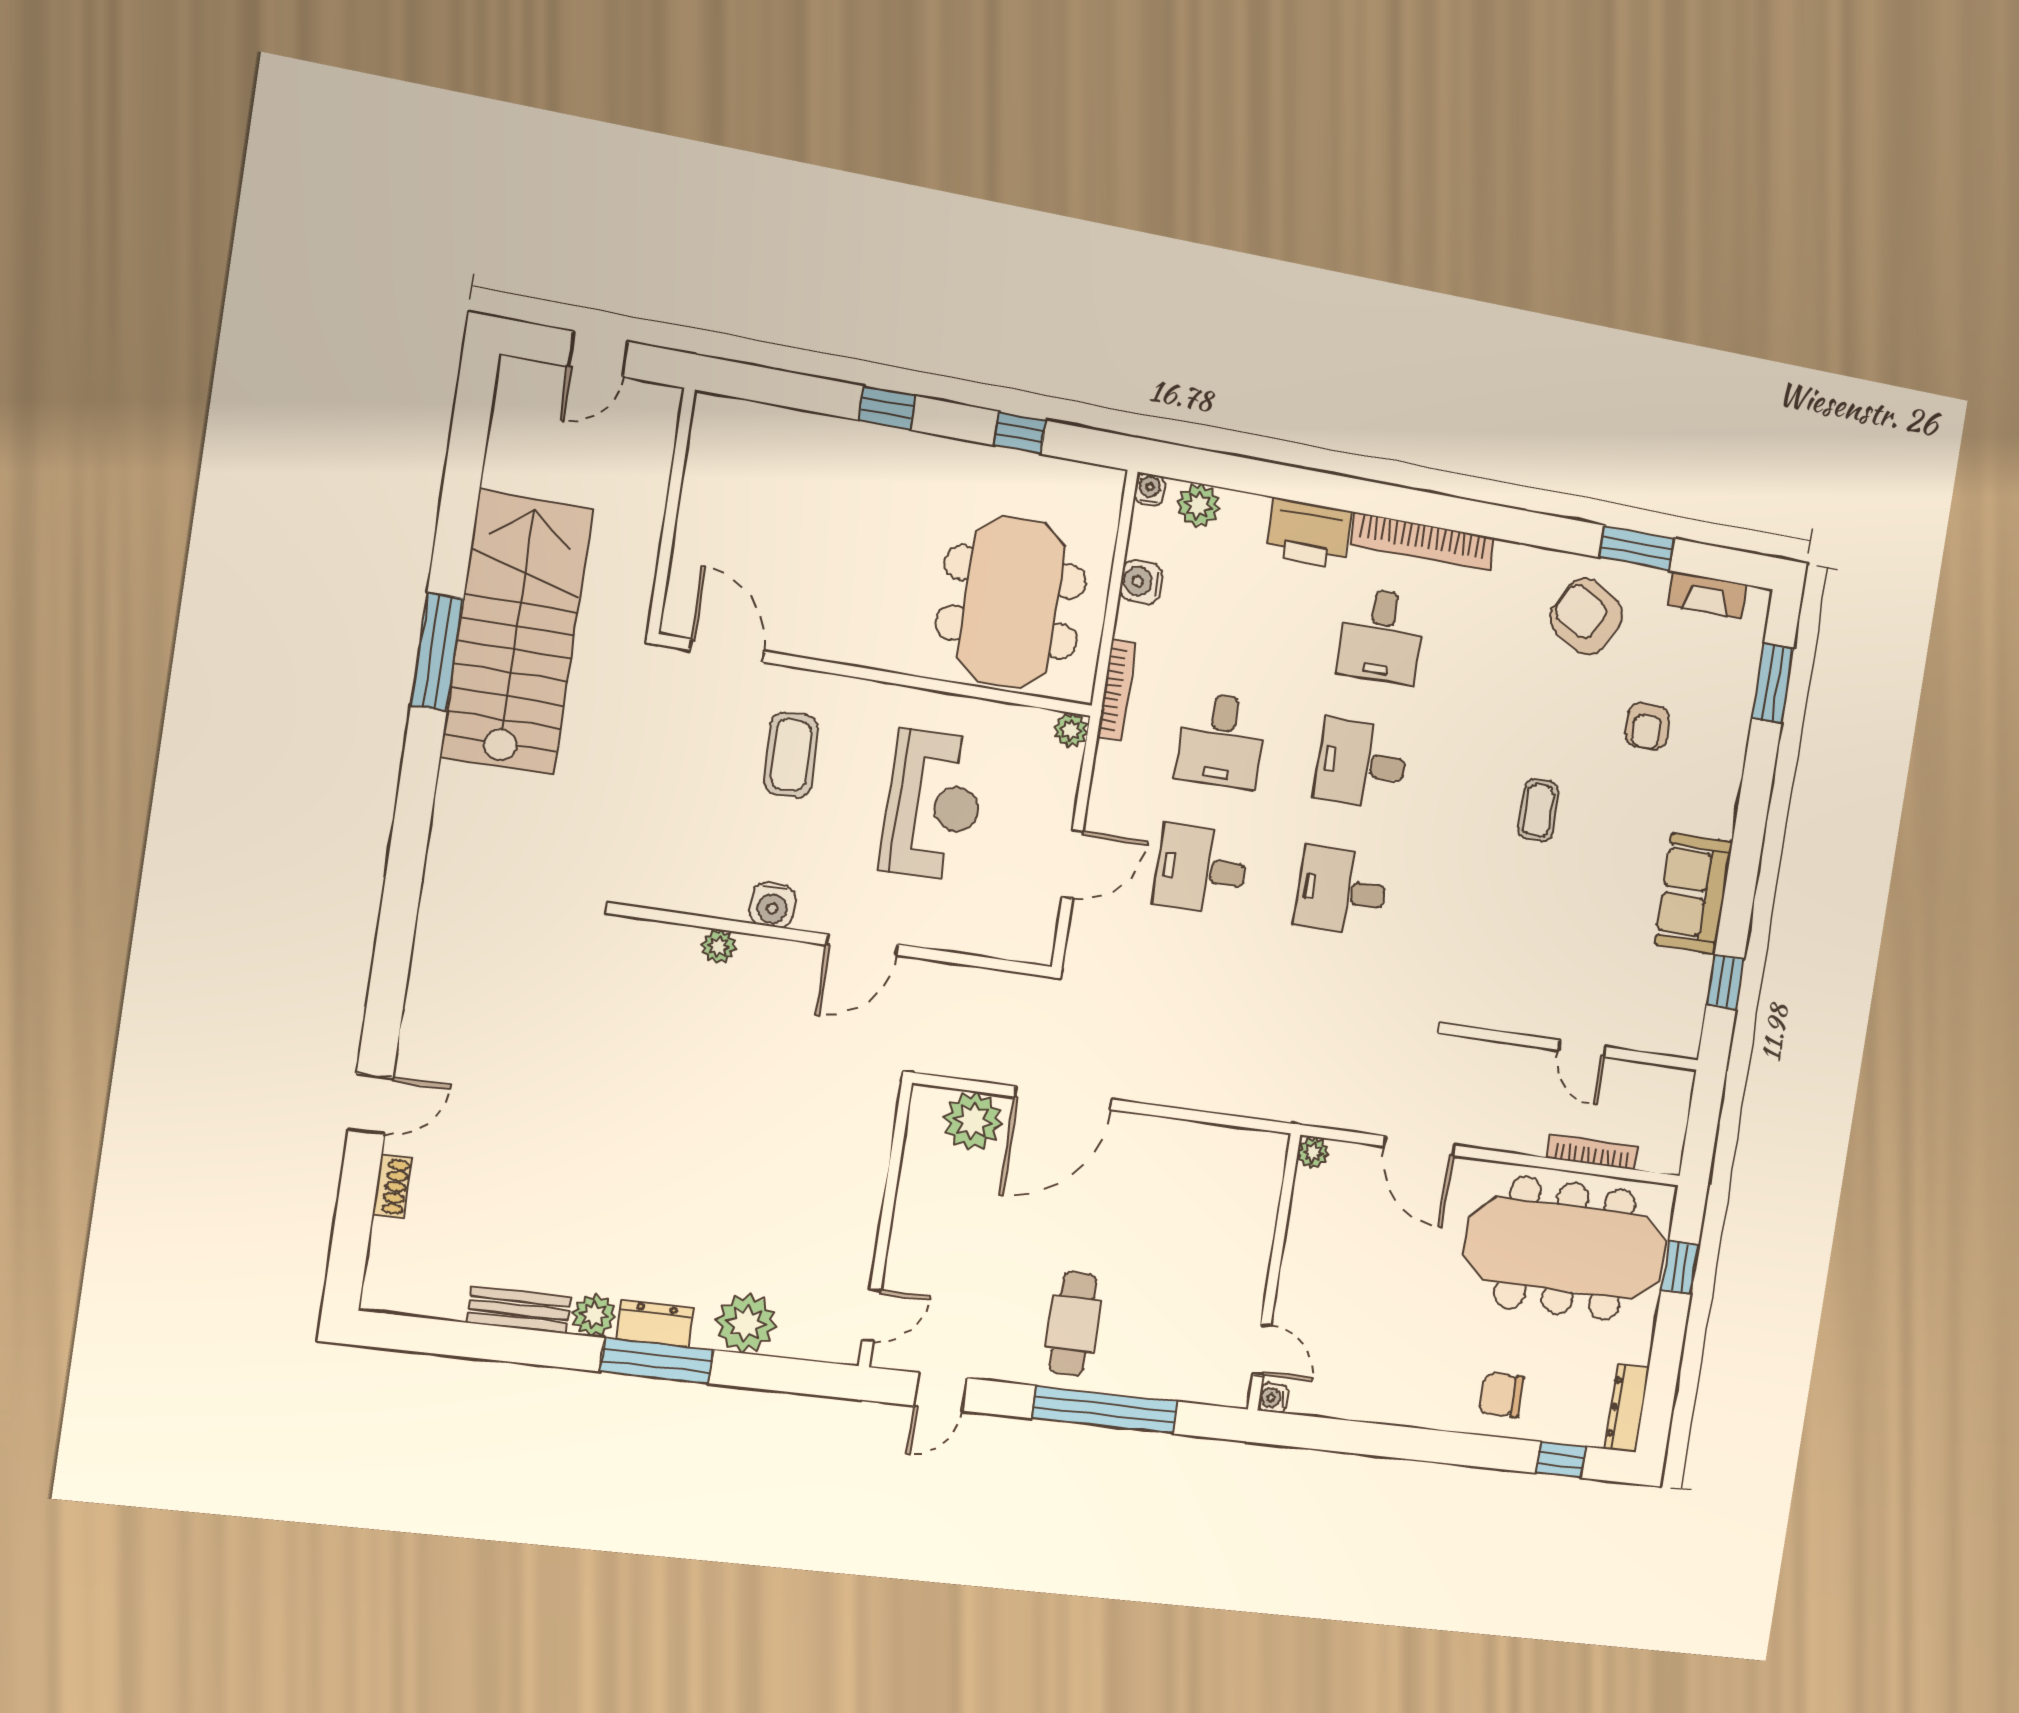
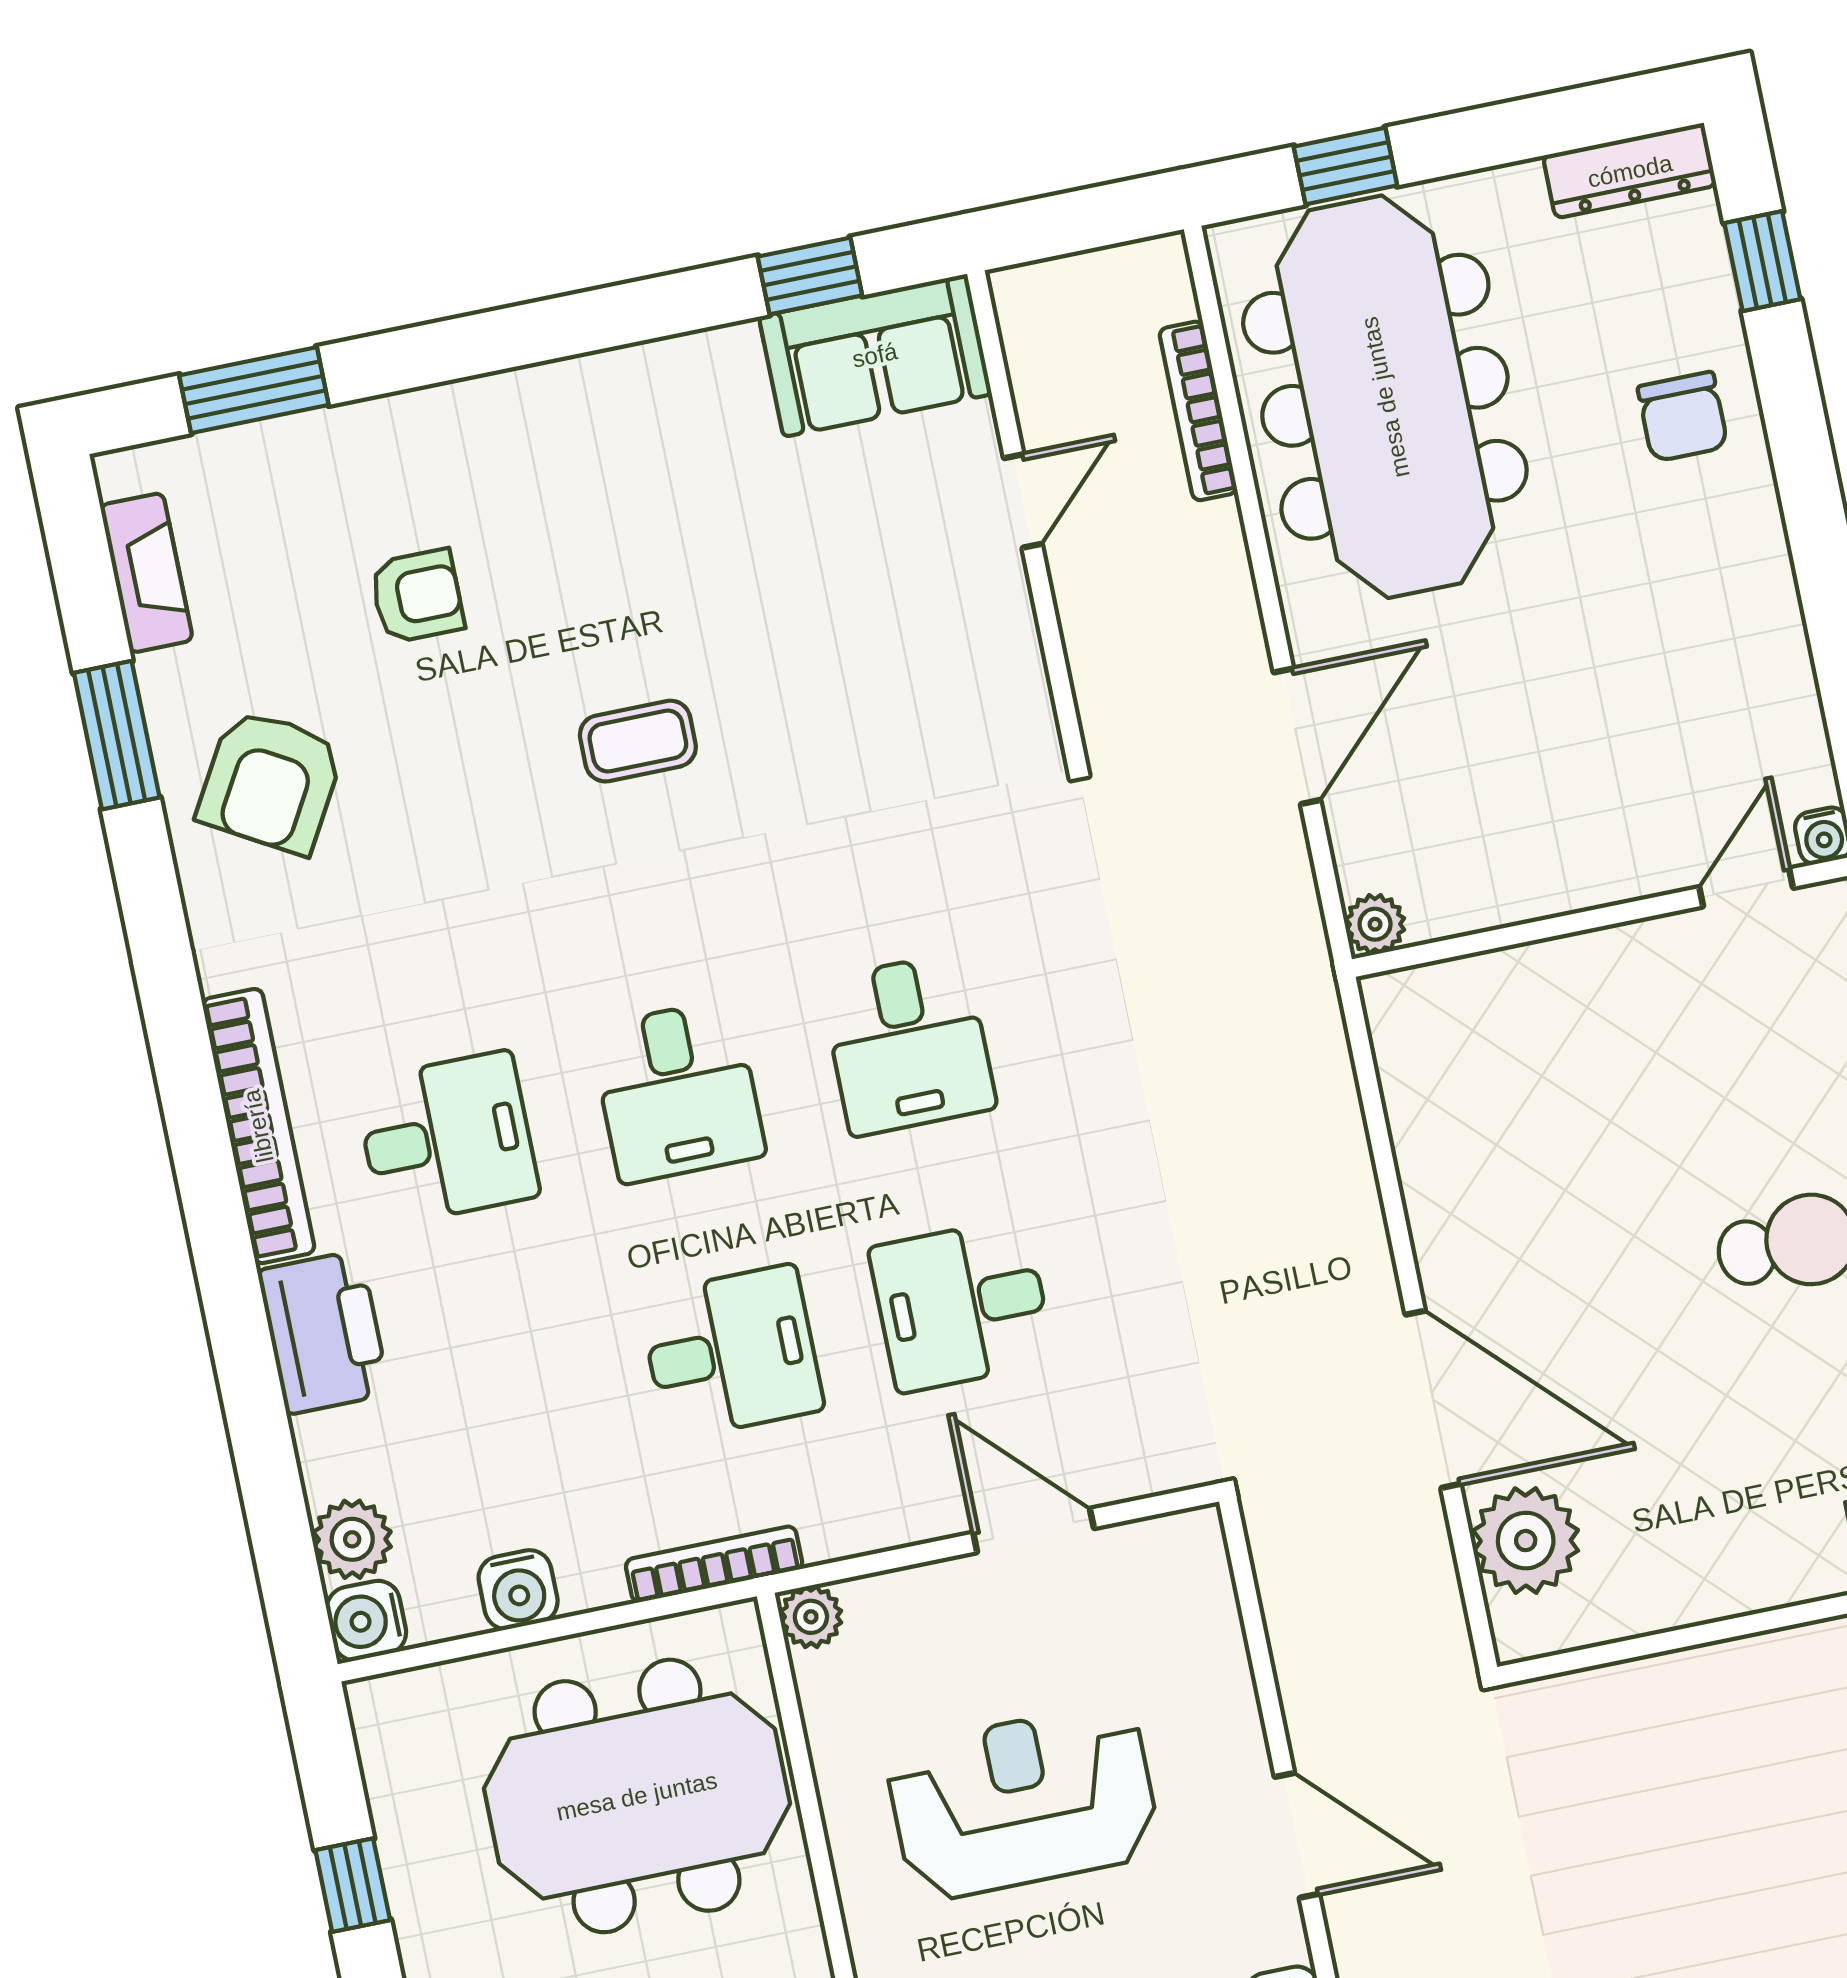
water cooler: (1150, 489) -> (366, 1621), width x1.38, depth x1.38
desk: (1201, 870) -> (962, 1305), turned 90
sofa: (1694, 894) -> (875, 355), moved

